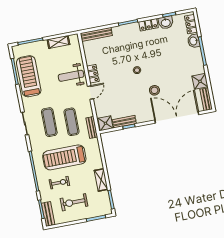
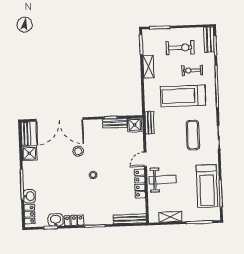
locker: (93, 74) -> (140, 184), width x1.53
exercise mat: (71, 122) -> (170, 132), removed
treadmill: (64, 157) -> (183, 96), turned 180

